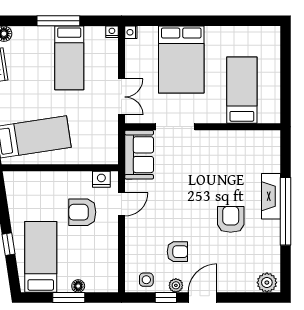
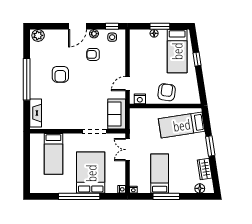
window: (200, 21) -> (79, 196), added
fireplace: (271, 196) -> (36, 113), moved
armchair: (82, 212) -> (167, 92), moved, turned -82
window: (166, 298) -> (112, 26), moved

